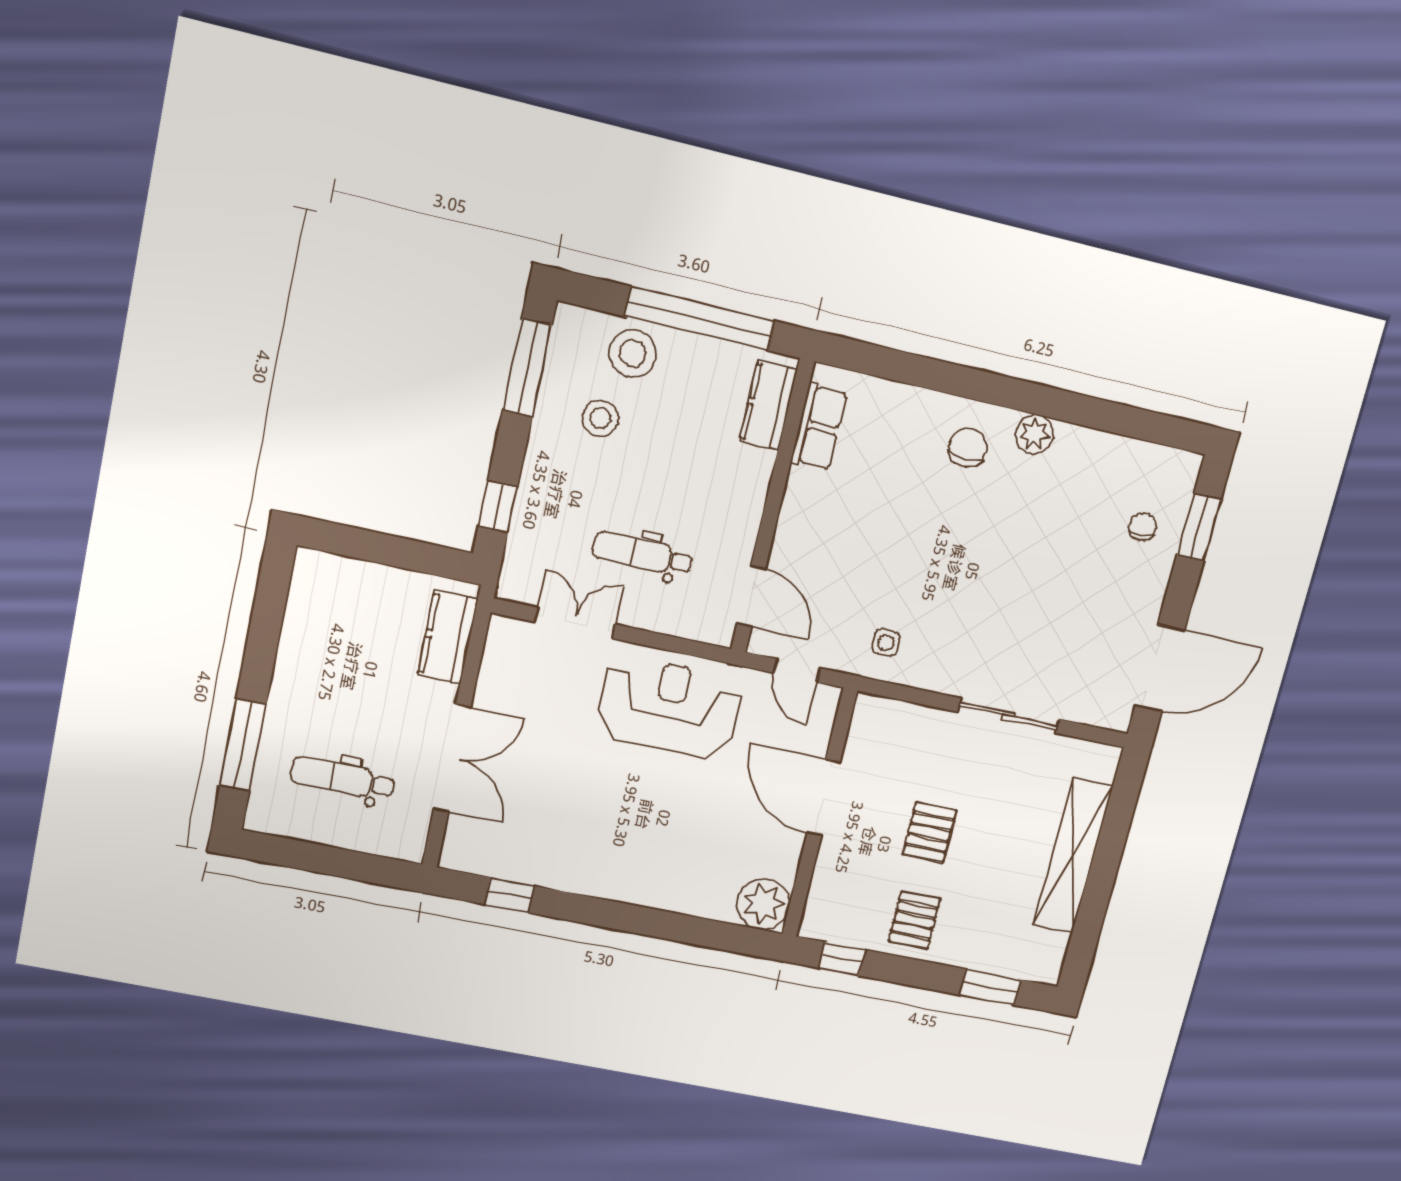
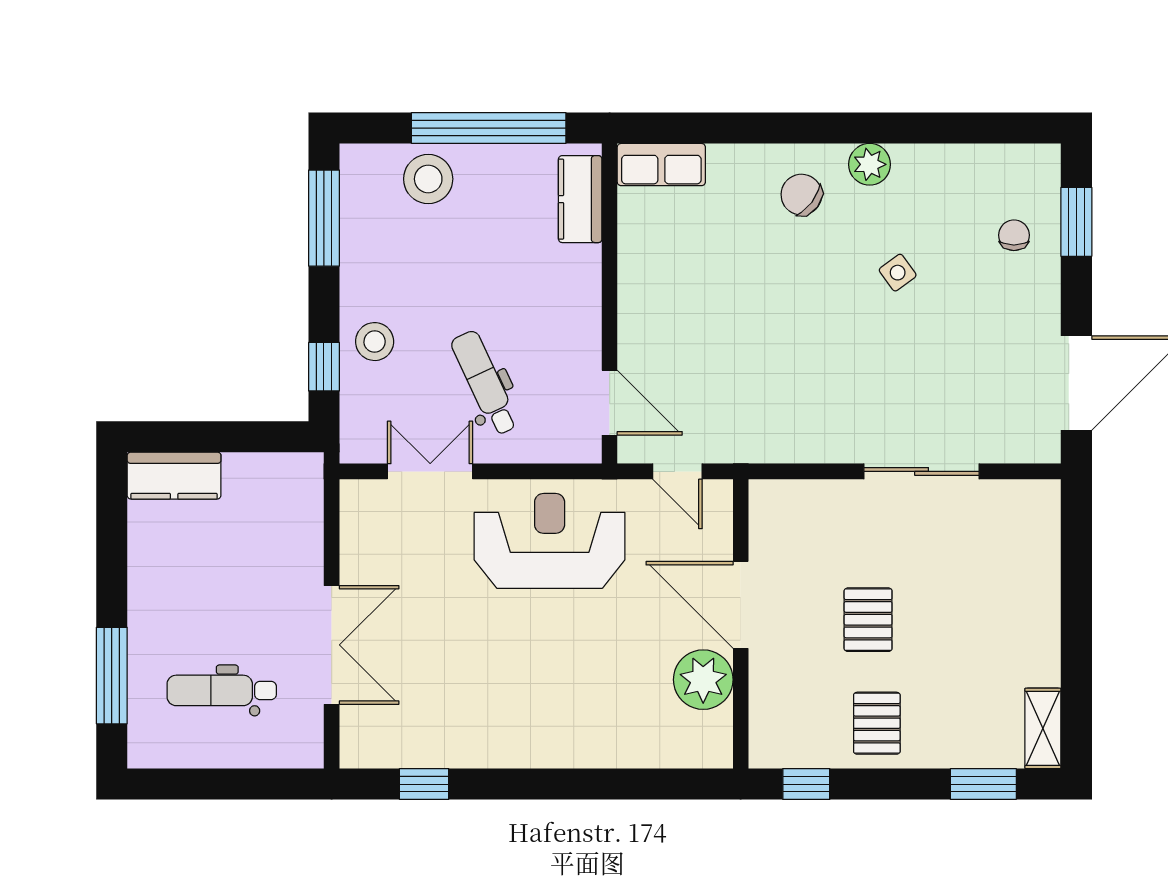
stool: (600, 418) -> (375, 342), moved
row of seats: (819, 427) -> (661, 165), moved, turned 90
chair: (968, 447) -> (801, 195), turned -53
dental chair: (643, 554) -> (485, 383), turned 65
kitchen counter: (448, 637) -> (174, 476), moved, turned -90
side table: (886, 643) -> (898, 273), moved, turned -36
shelving: (1073, 856) -> (1043, 728), moved, width x0.45, depth x0.75
plant: (763, 904) -> (703, 680), moved

